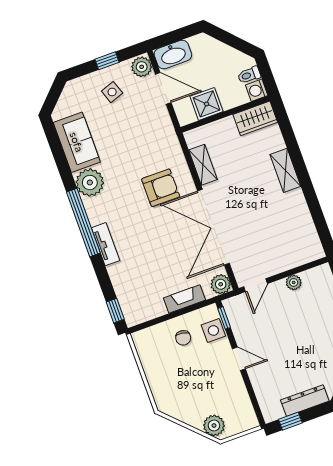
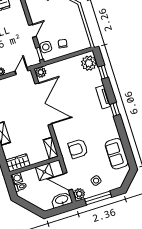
window: (107, 61) -> (98, 198), width x2.17
shelving: (203, 165) -> (51, 148), moved
plant: (90, 182) -> (89, 63), moved
armchair: (161, 188) -> (78, 149), moved
window: (83, 223) -> (115, 109), width x0.32
fireplace: (184, 299) -> (61, 65), removed
window: (115, 311) -> (103, 72), moved
door: (239, 359) -> (32, 31), swing flipped

